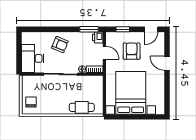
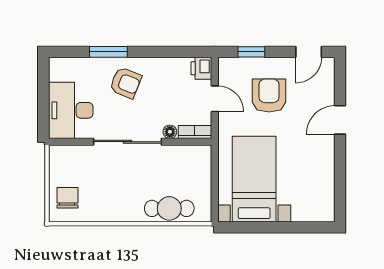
window: (89, 29) -> (108, 52), moved
door: (167, 63) -> (340, 120), hinge flipped
bed with nightstands: (131, 93) -> (254, 179), width x0.73

